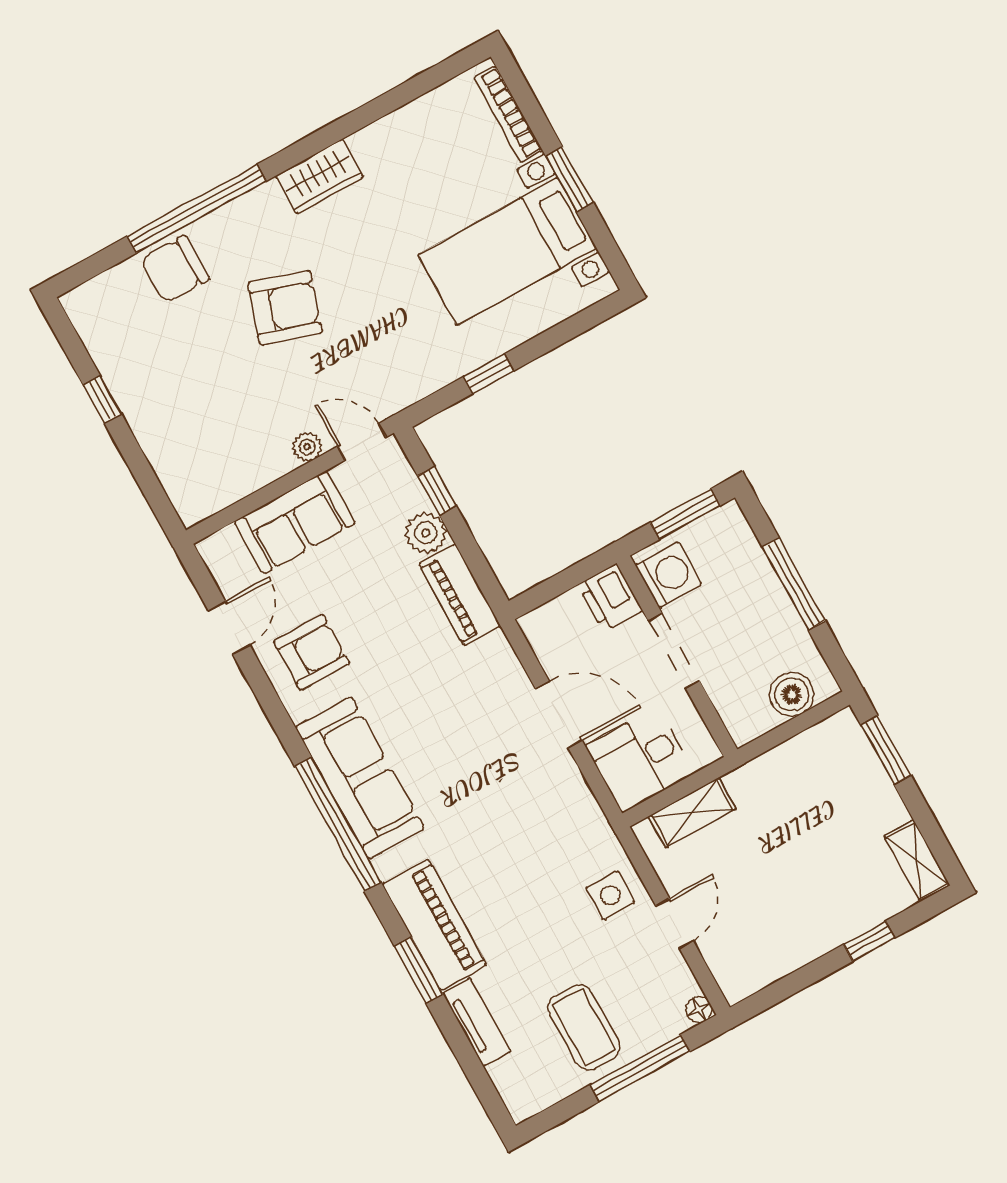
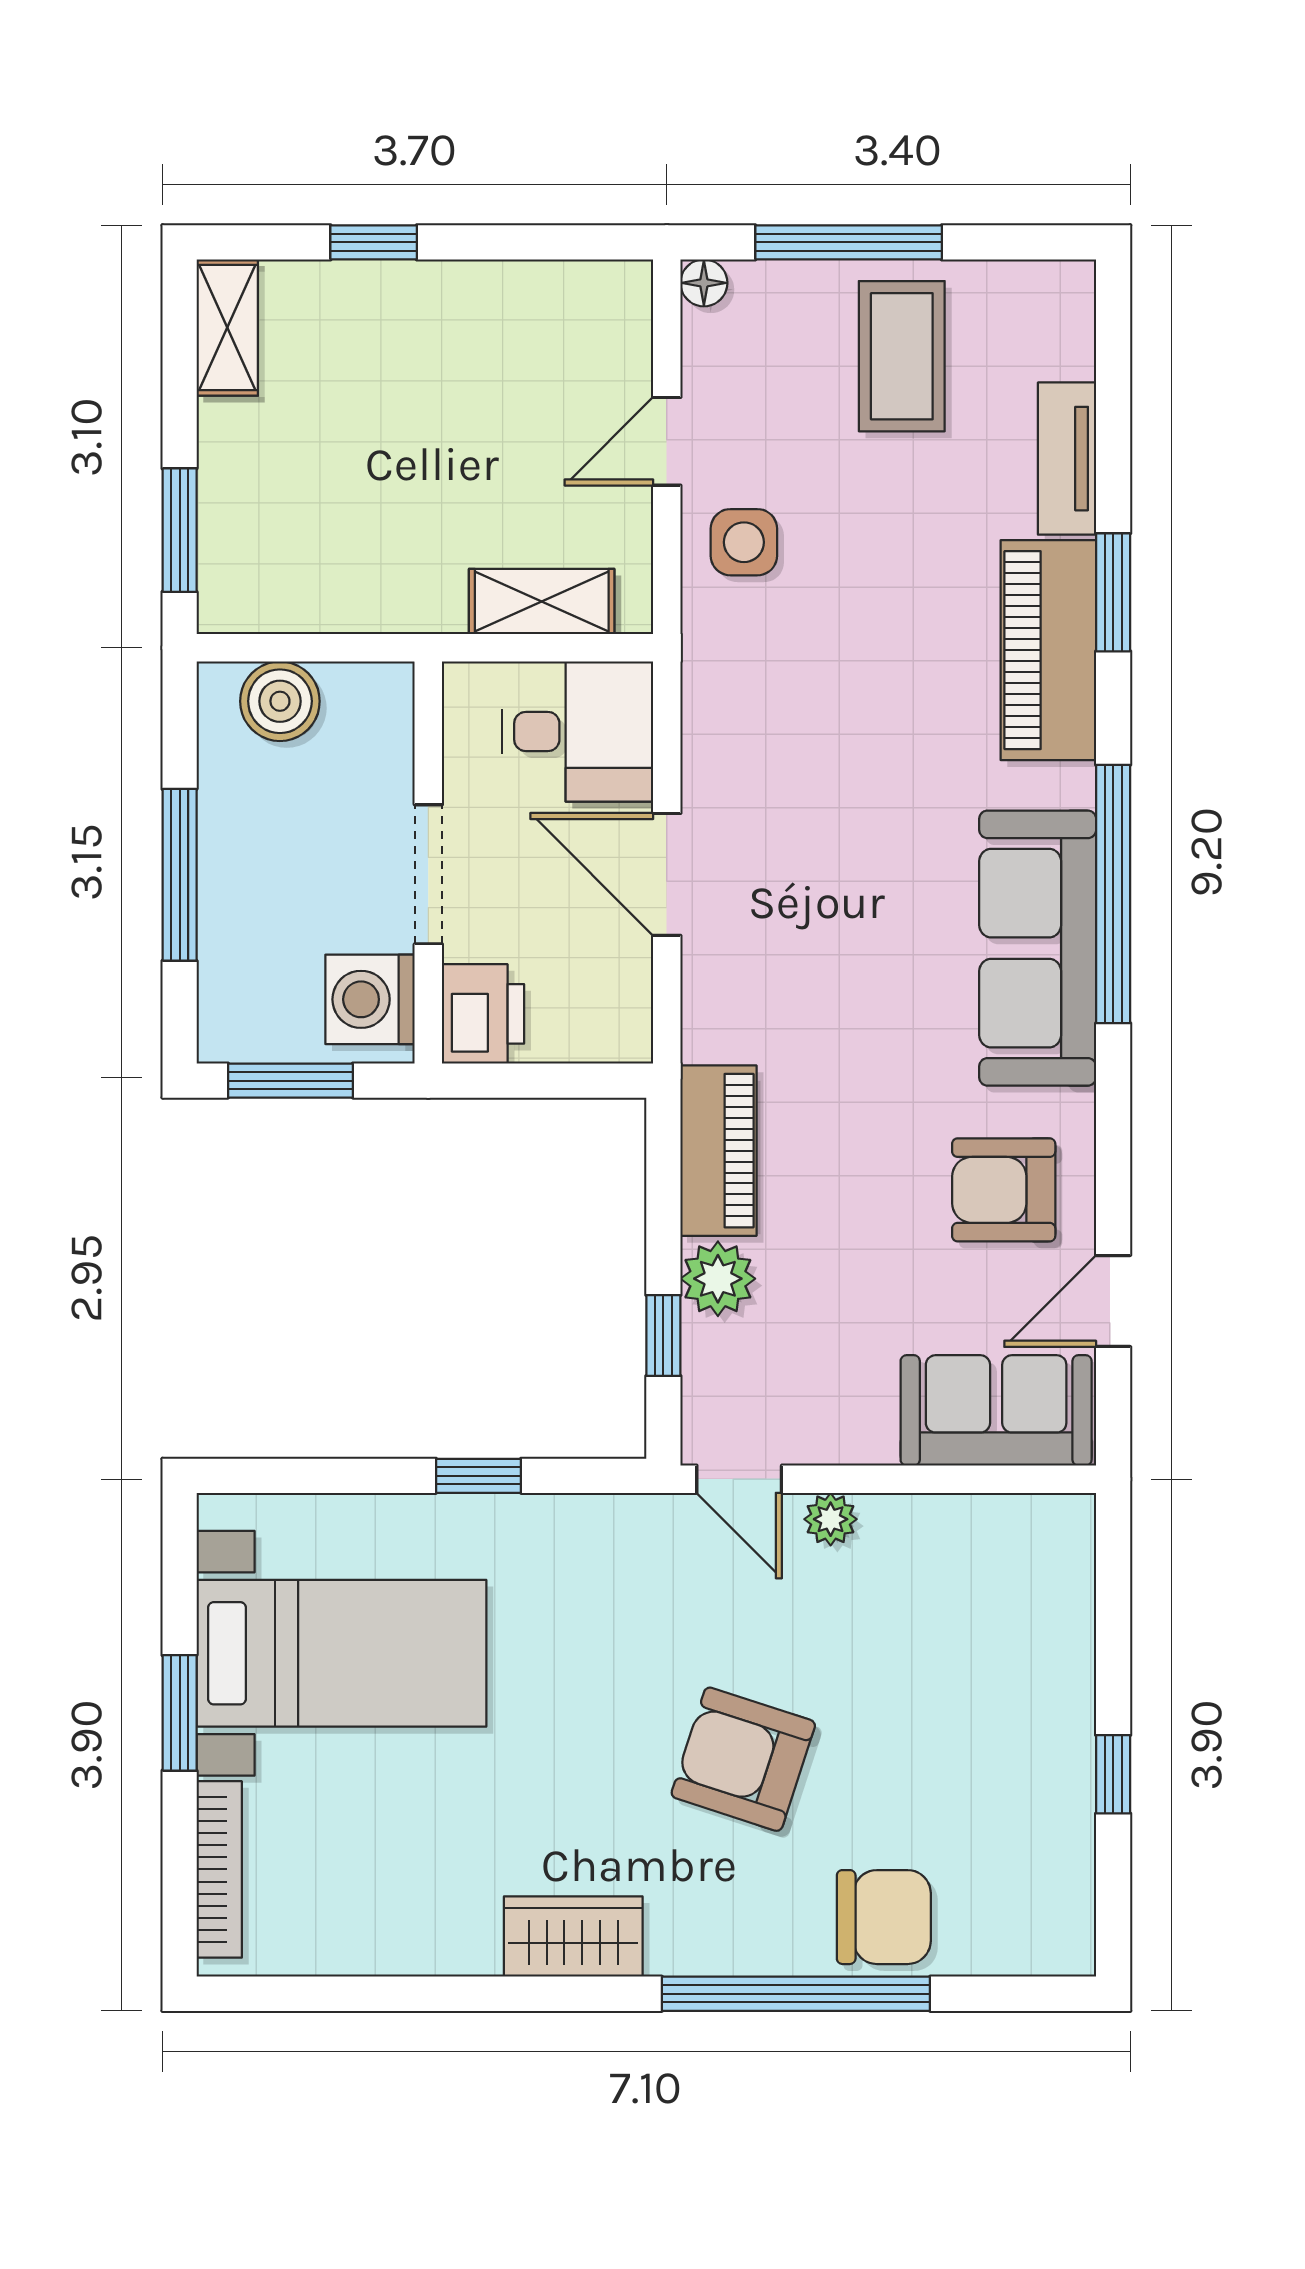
sofa: (295, 522) -> (996, 1410), moved

